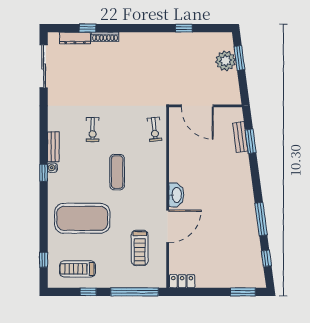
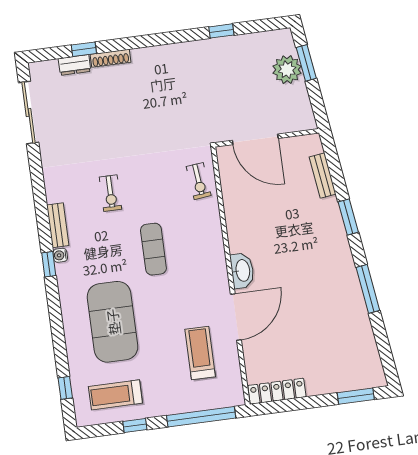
dresser: (75, 38) -> (74, 65), width x0.70
window: (251, 141) -> (348, 217), moved
exercise mat: (82, 218) -> (113, 322), turned 90
treadmill: (140, 248) -> (200, 353), turned 180
window: (266, 258) -> (383, 344), removed
locker: (182, 281) -> (277, 391), width x1.53

